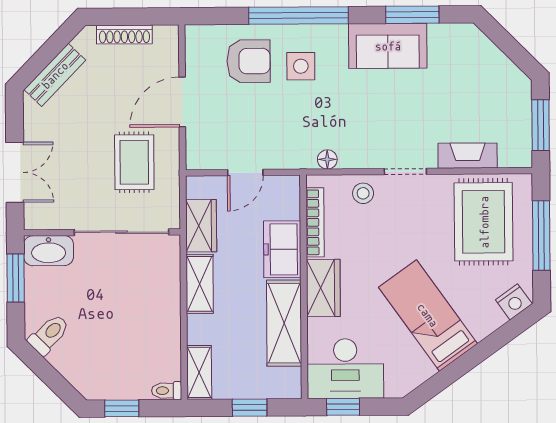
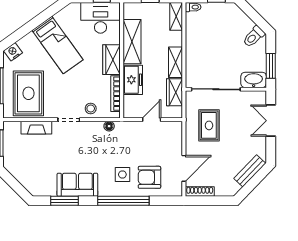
shoe rack: (124, 35) -> (200, 192), moved
door: (182, 102) -> (184, 168), moved

